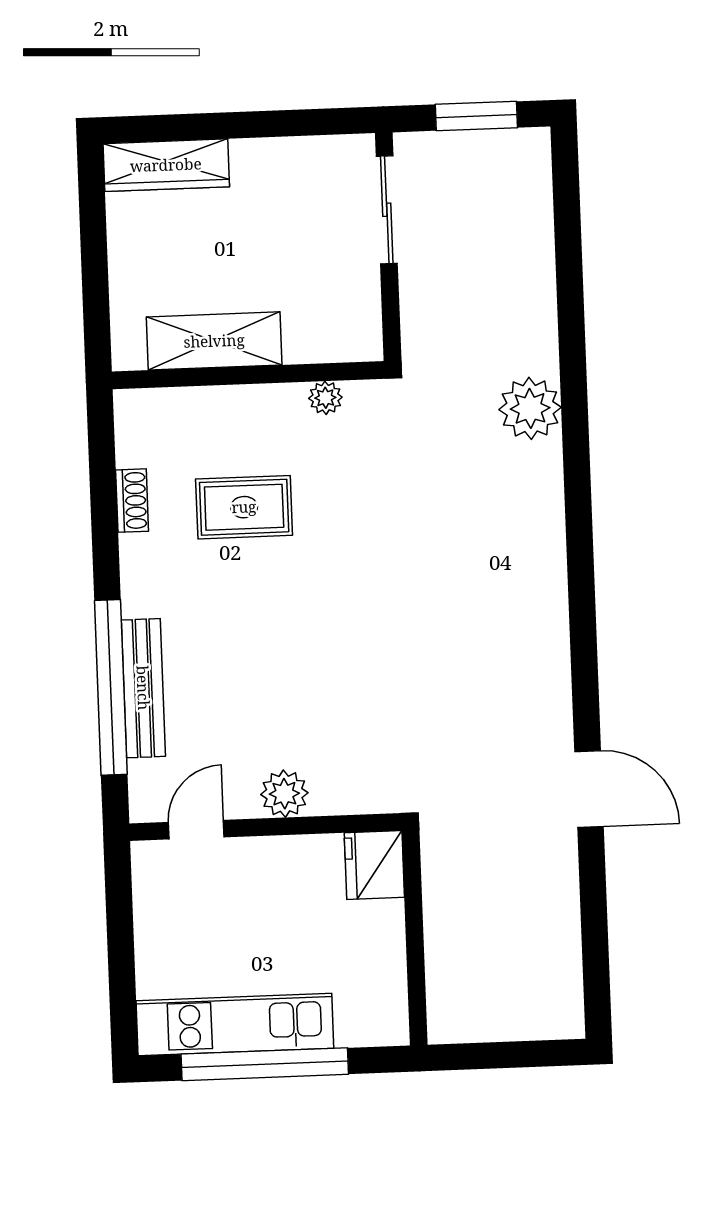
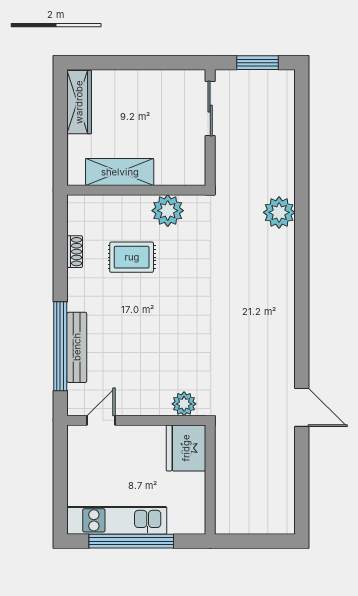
wardrobe: (166, 165) -> (79, 102), moved, turned -90
plant: (325, 398) -> (168, 211), width x1.88, depth x1.88
plant: (284, 794) -> (184, 404), moved
fridge: (374, 865) -> (186, 448), width x1.36, depth x1.34

